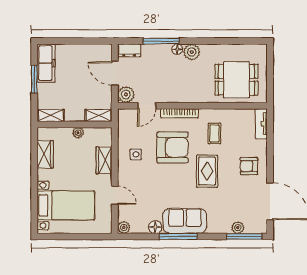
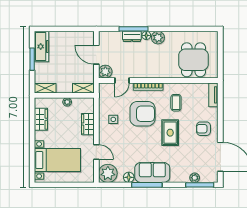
dresser: (129, 50) -> (132, 36), moved
dining table: (236, 80) -> (194, 60), turned 90
plant: (124, 227) -> (108, 173), width x1.87, depth x1.87

